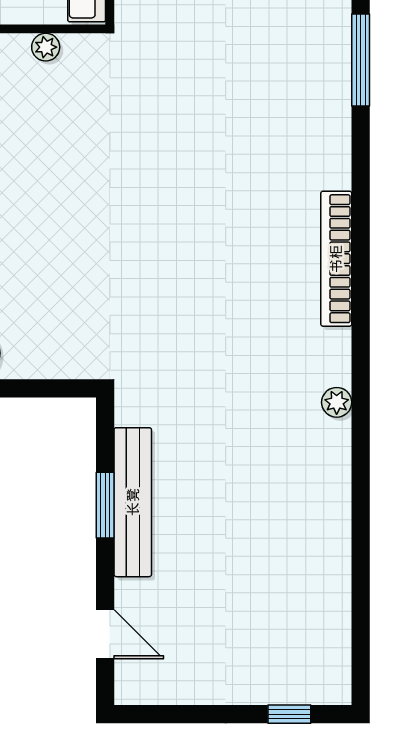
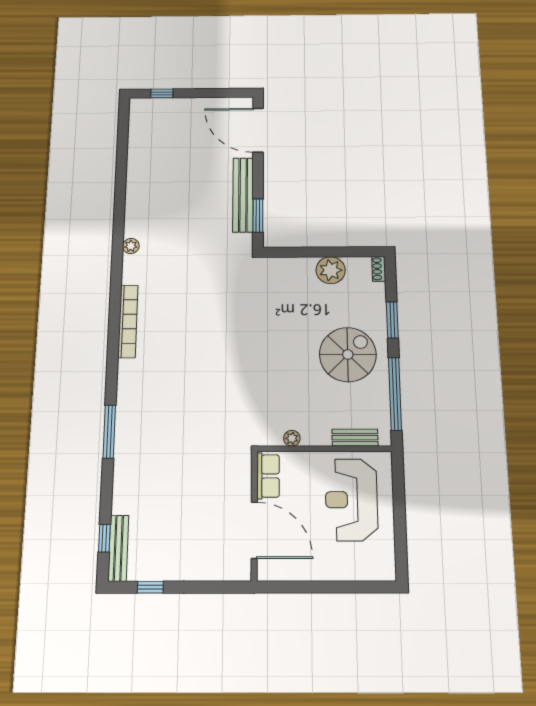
window: (105, 505) -> (258, 215), moved
door: (105, 634) -> (258, 130), width x1.88

